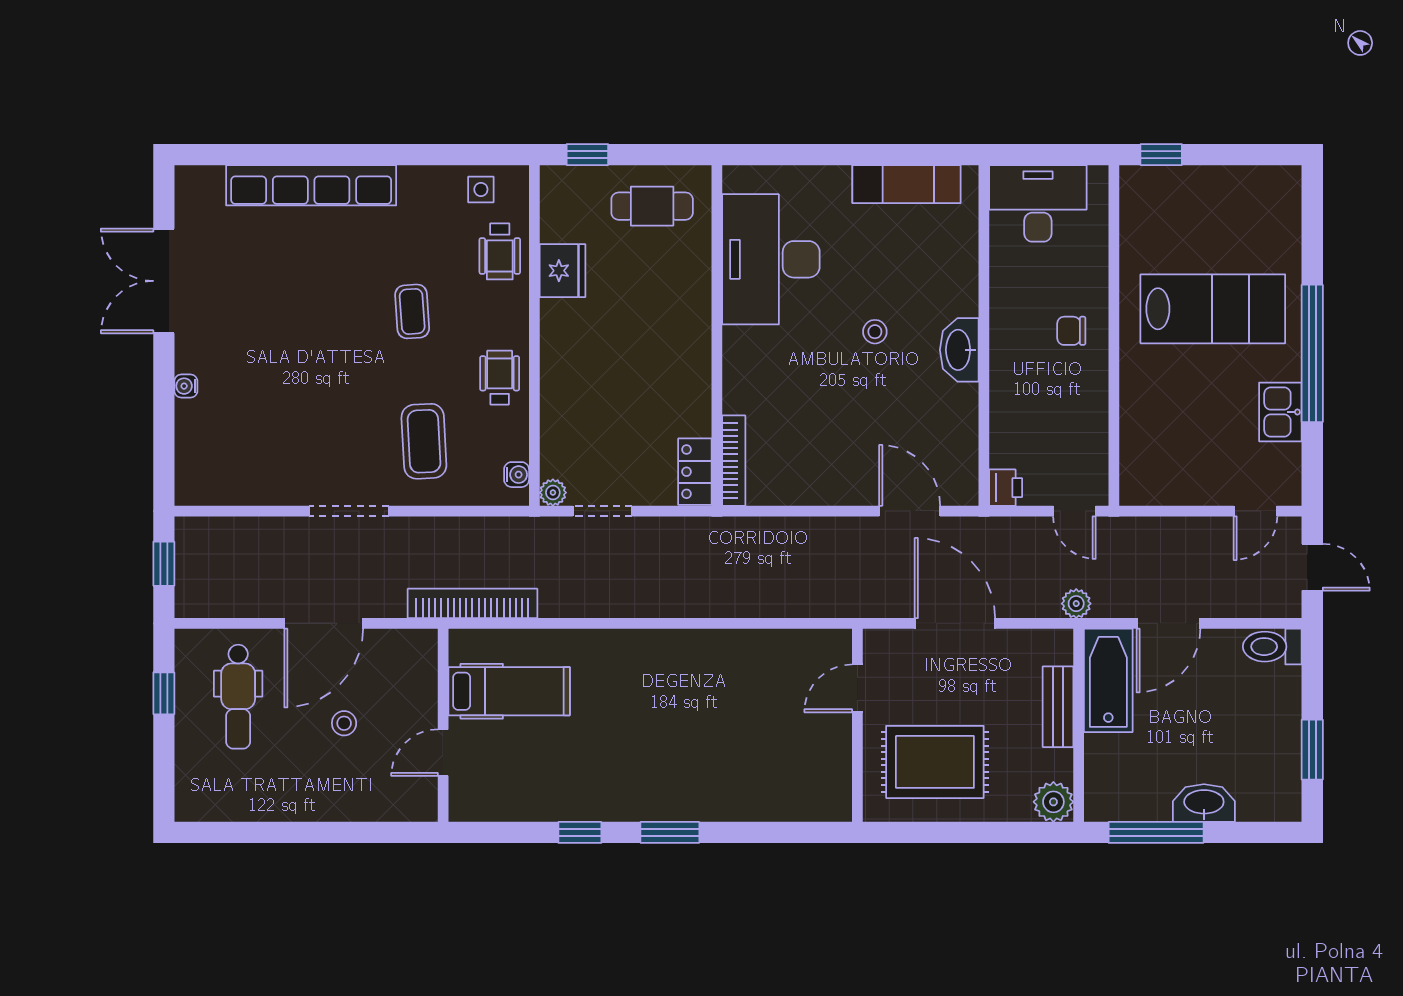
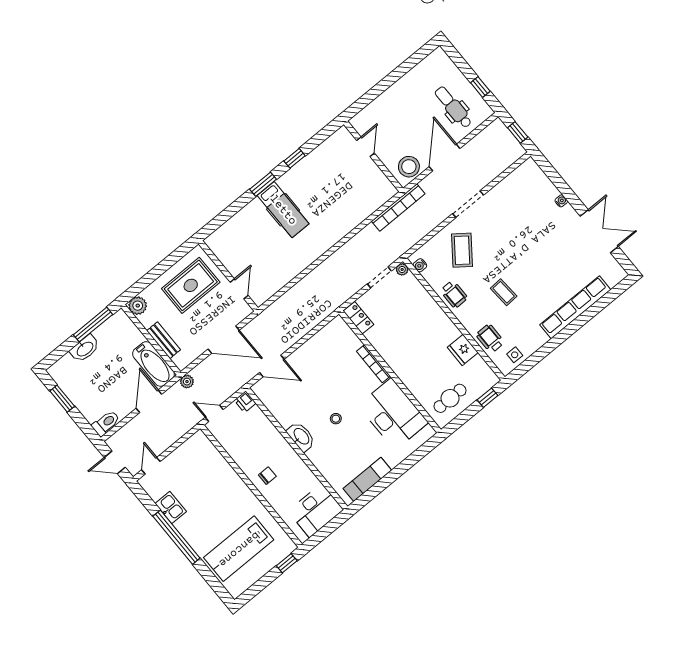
lab bench: (1213, 309) -> (239, 549), moved
coffee table: (424, 441) -> (462, 250), turned 40
bookcase: (734, 461) -> (373, 364), moved
hospital bed: (509, 691) -> (283, 210), moved, turned -90
stool: (344, 723) -> (409, 167), moved, width x1.89, depth x1.89

